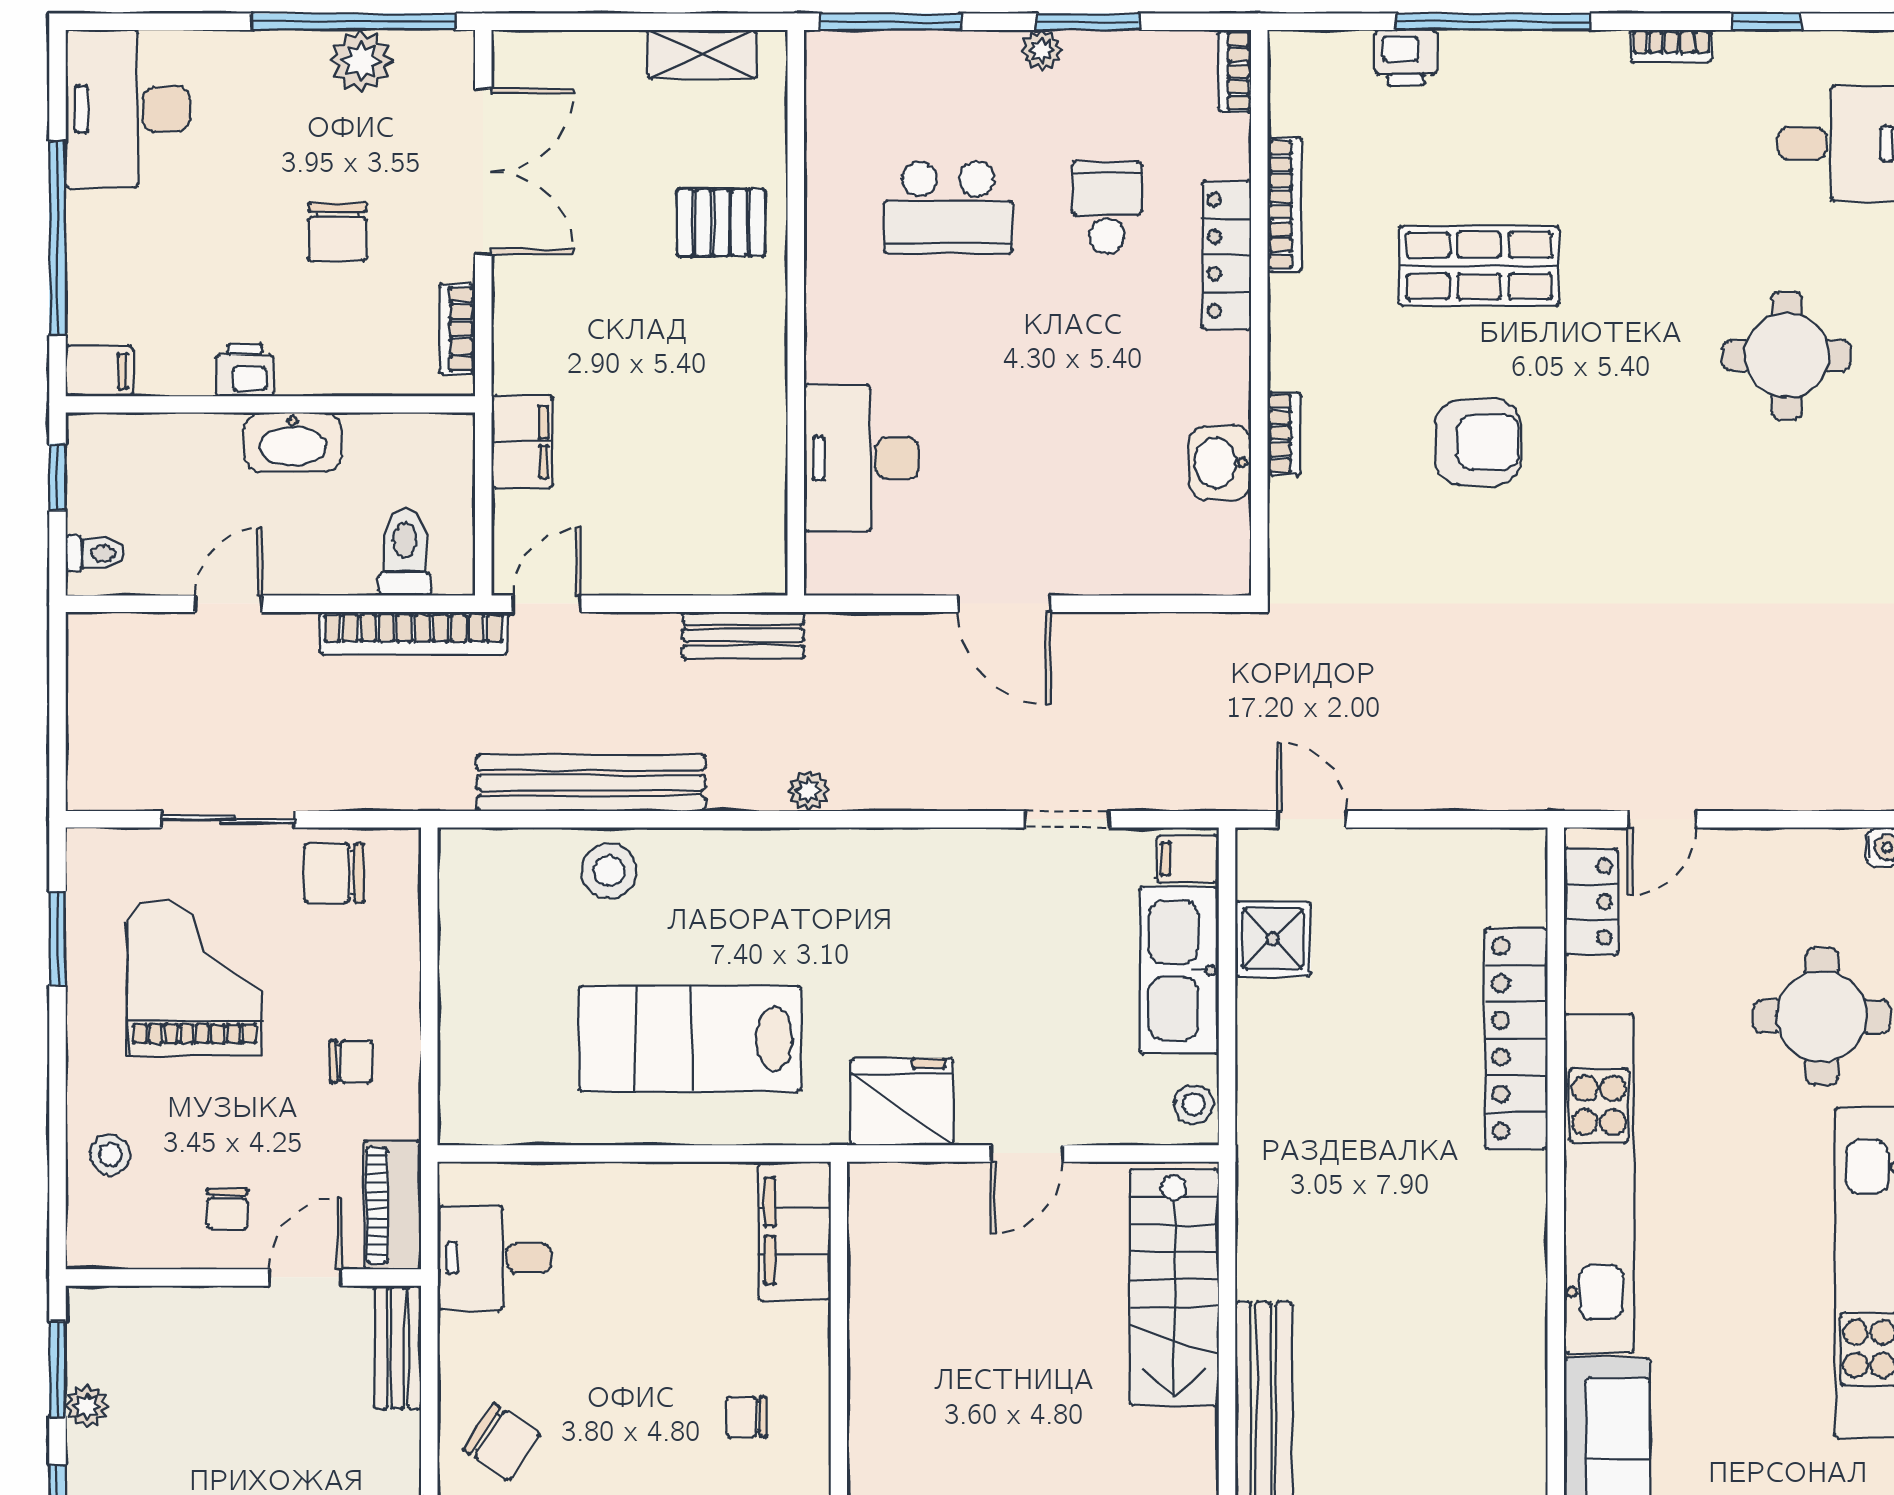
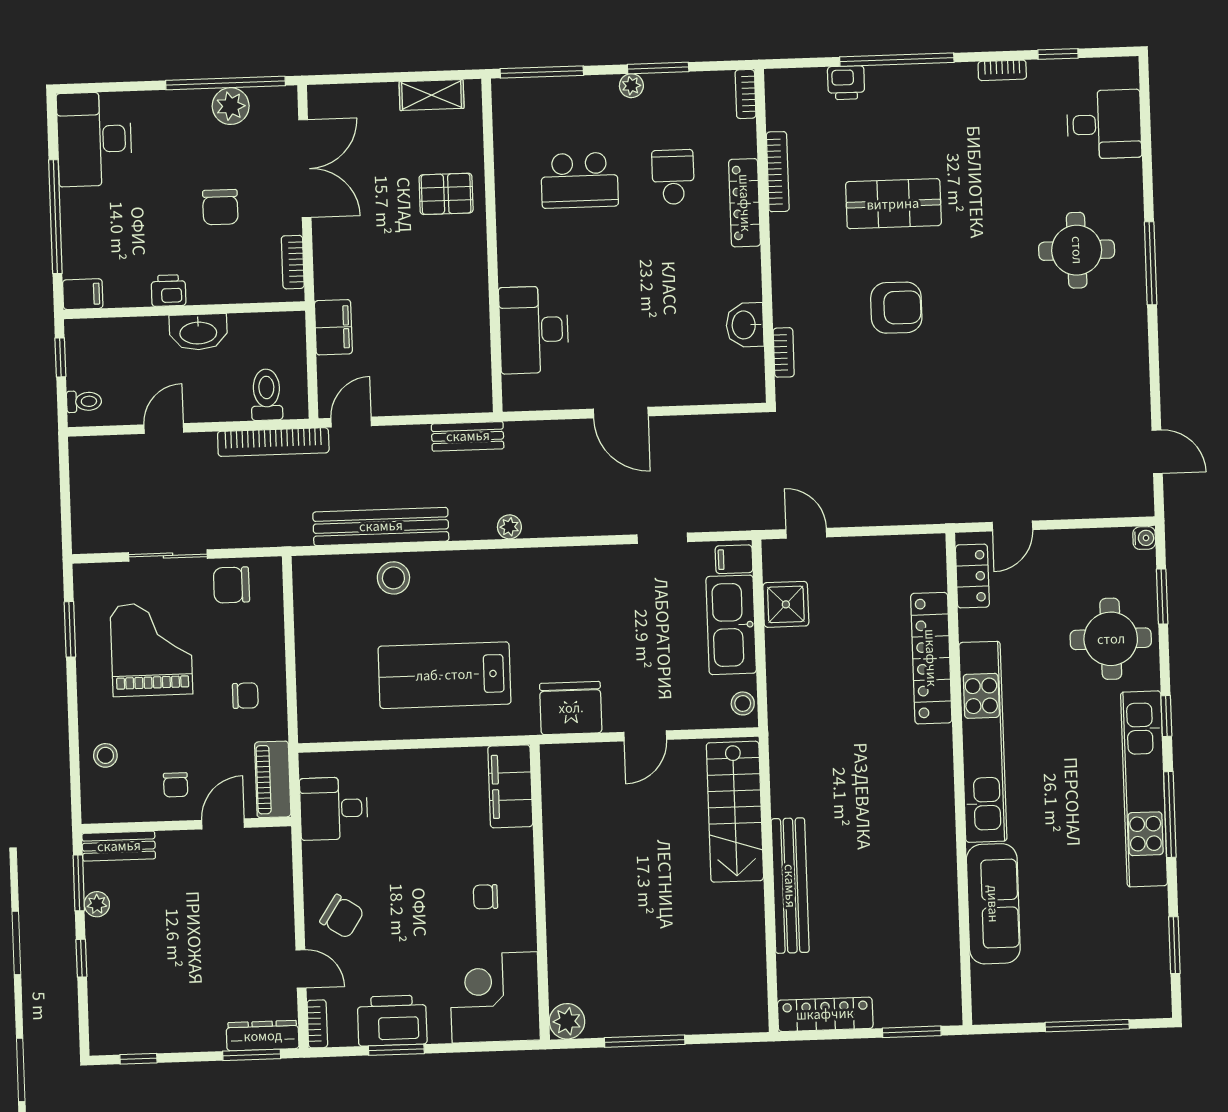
bookcase: (1284, 433) -> (784, 352), moved
bench: (398, 1347) -> (119, 846), moved, turned 90

